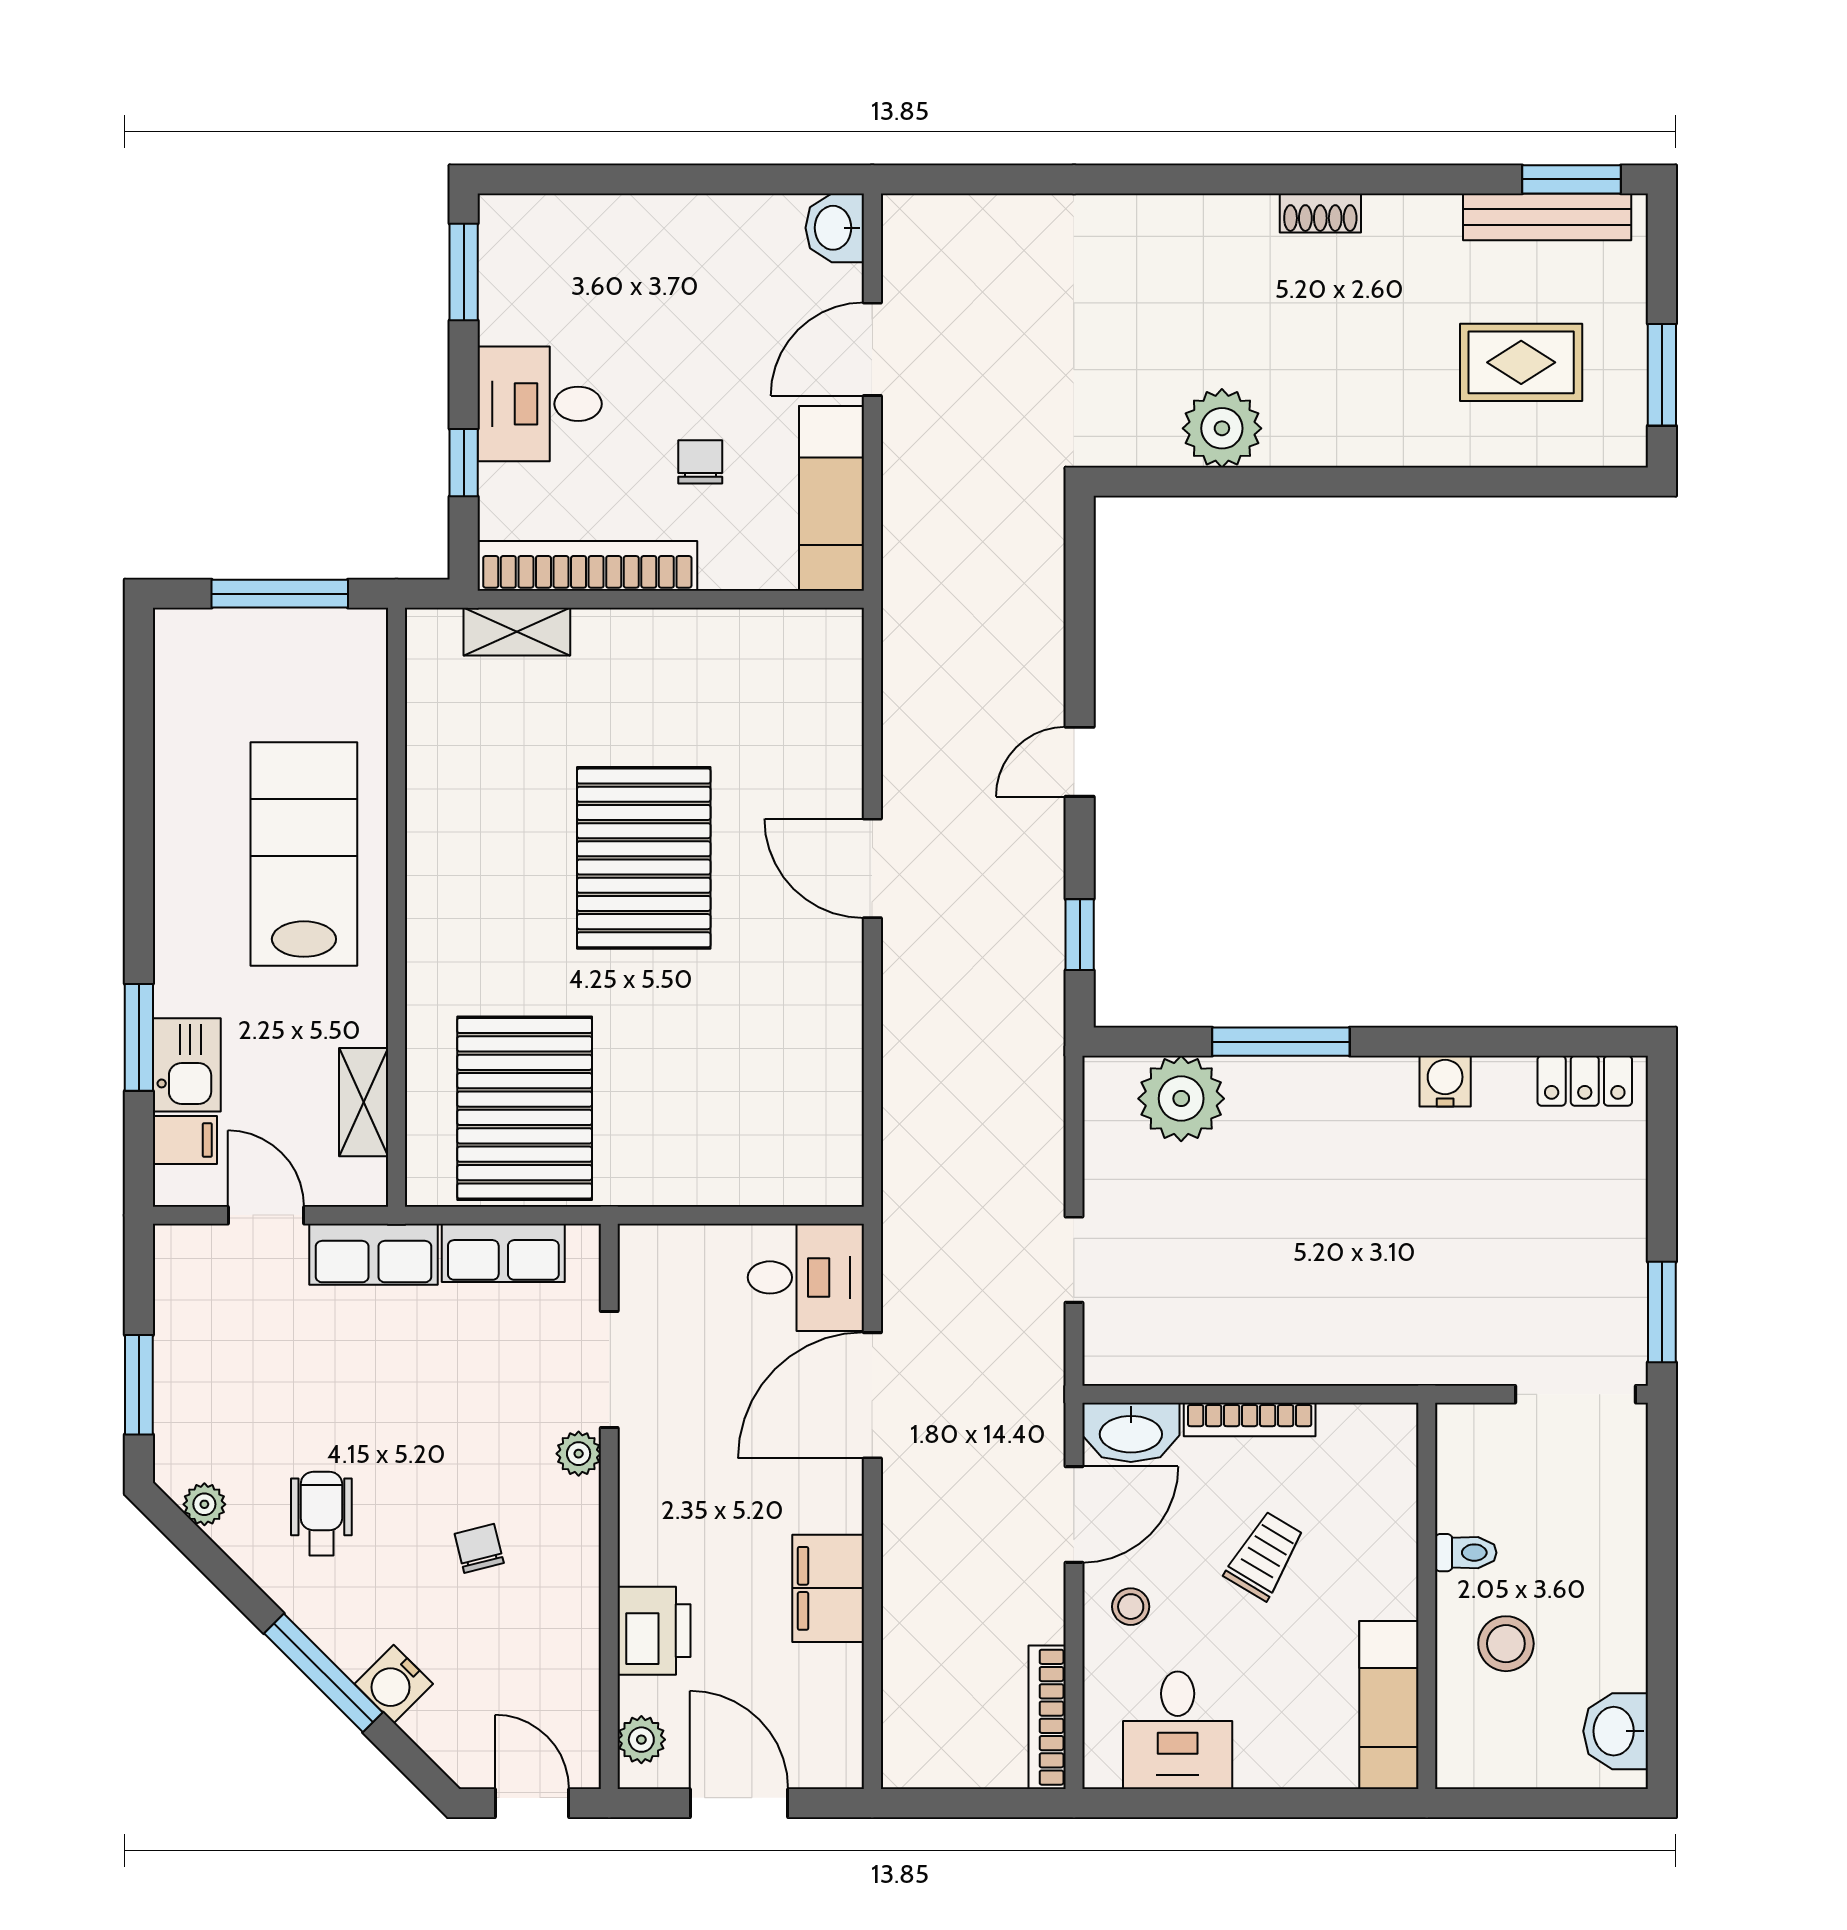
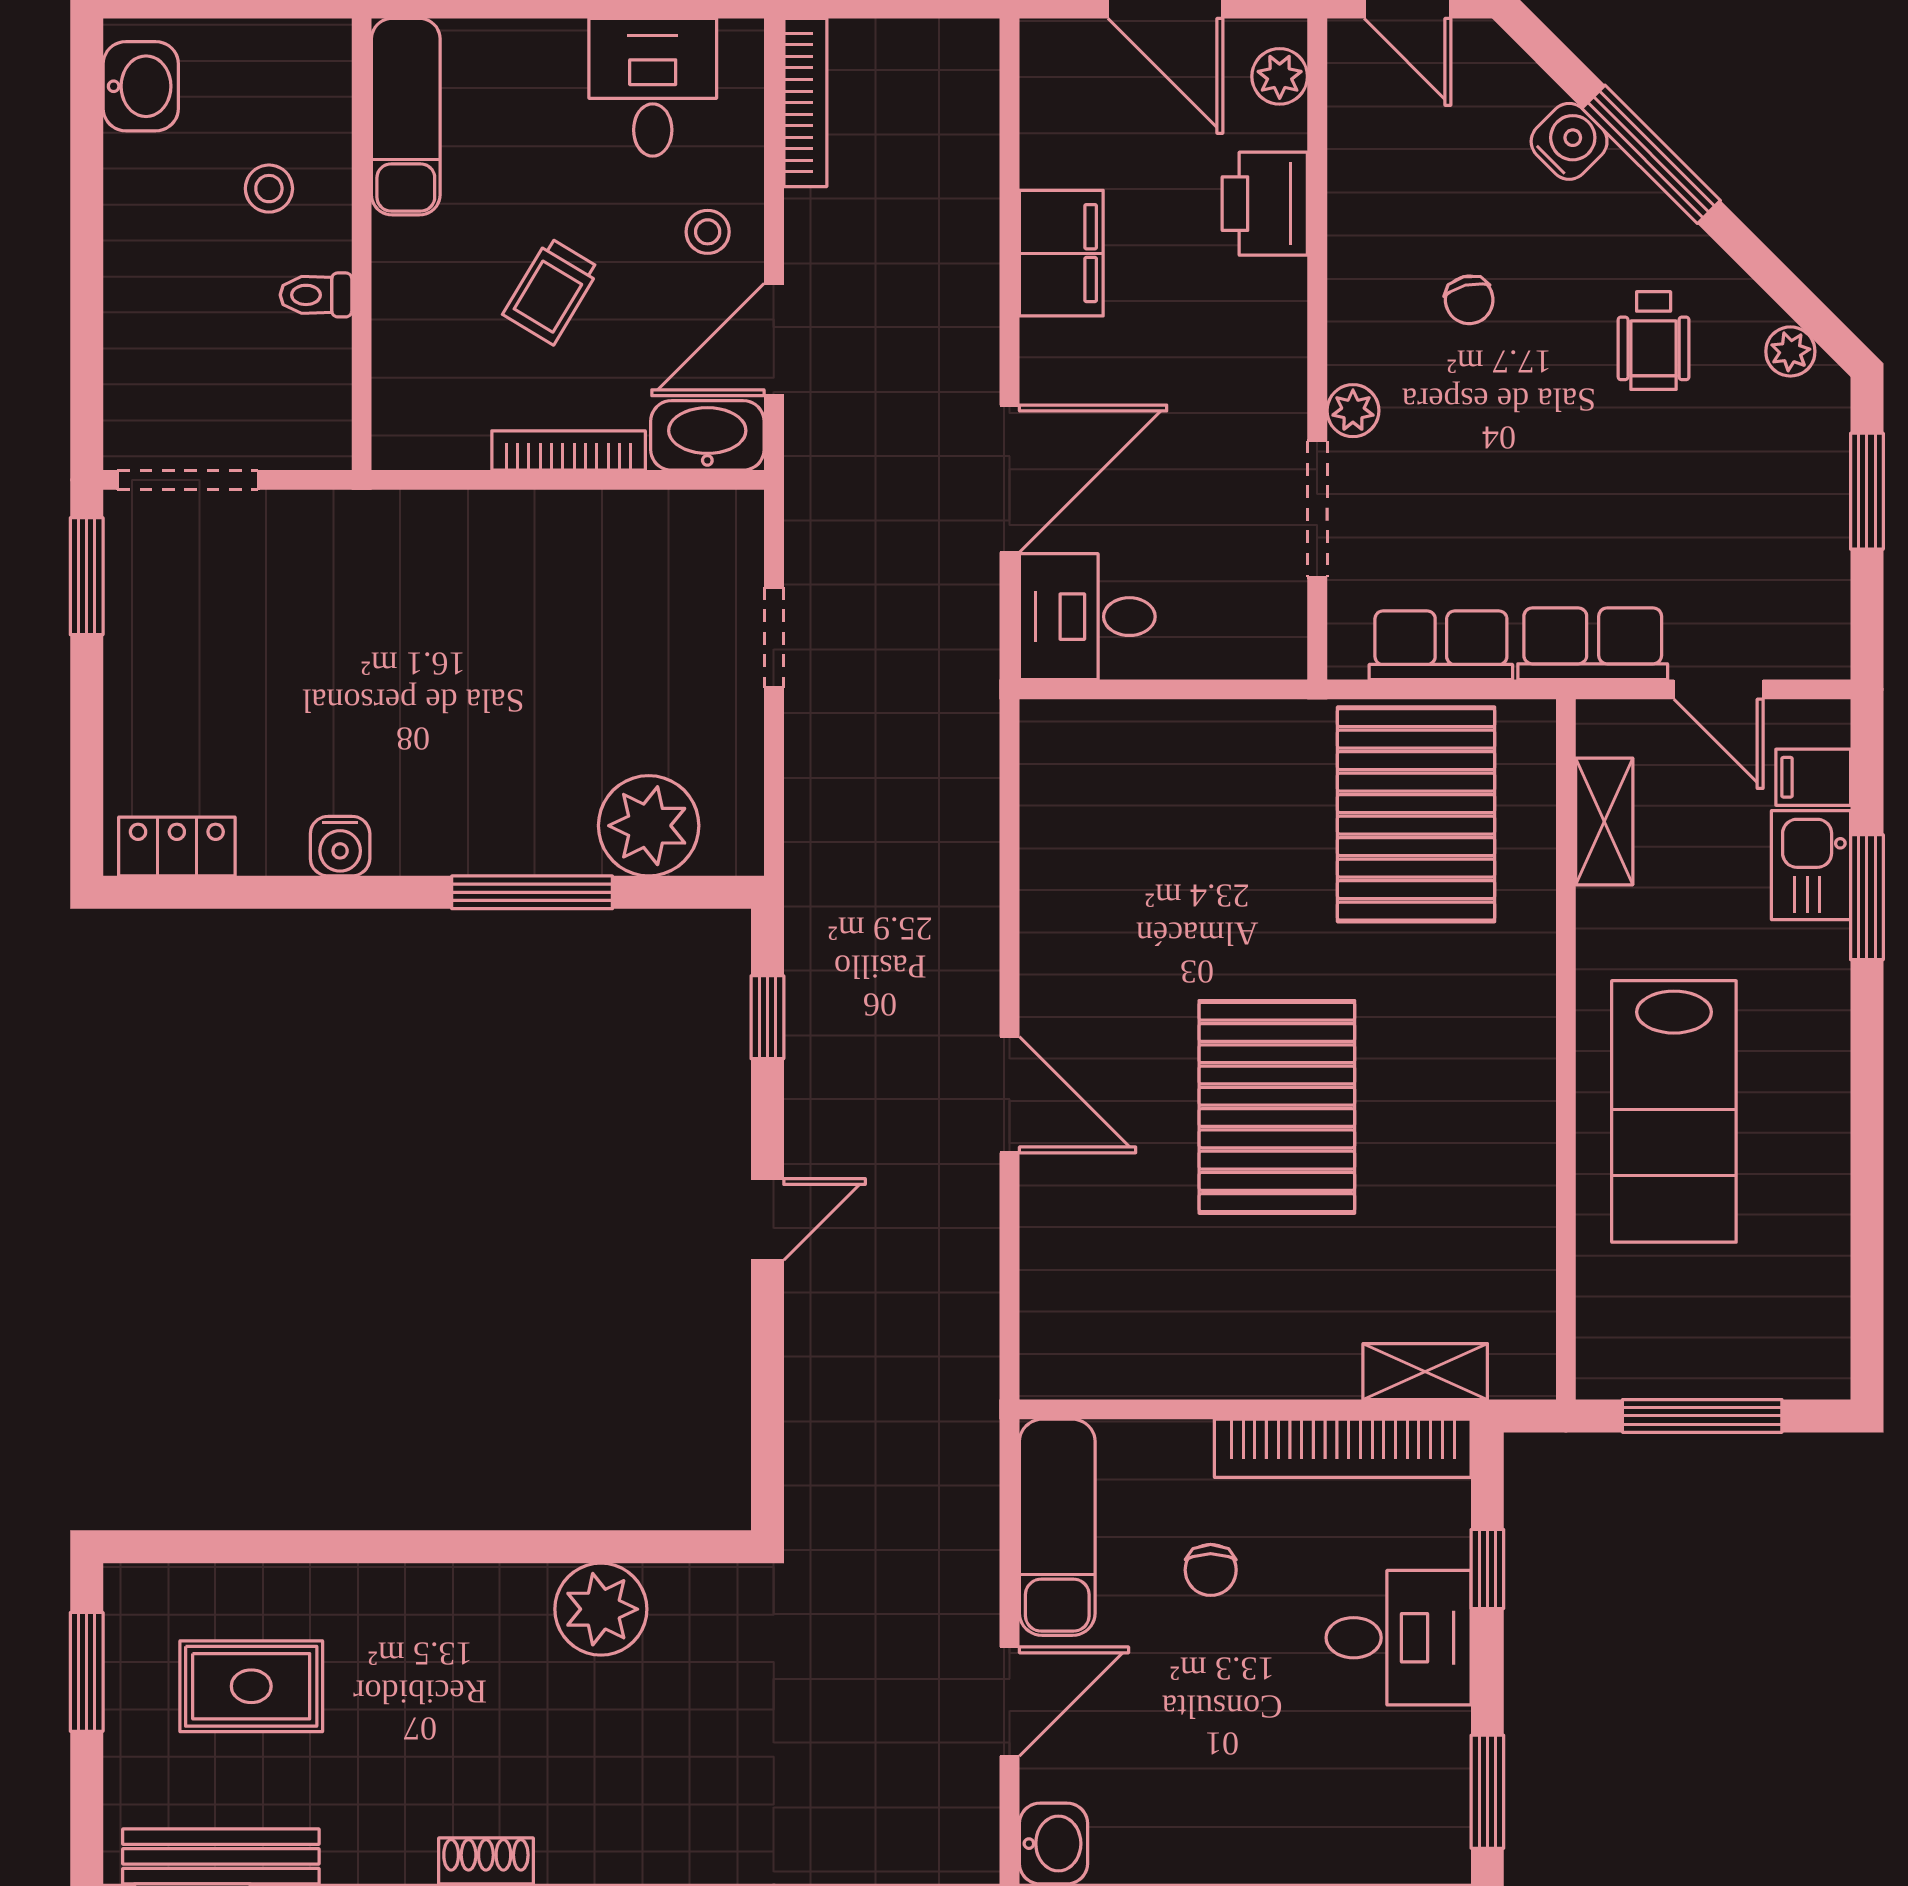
stool: (1506, 1644) -> (269, 189), width x0.73, depth x0.73

